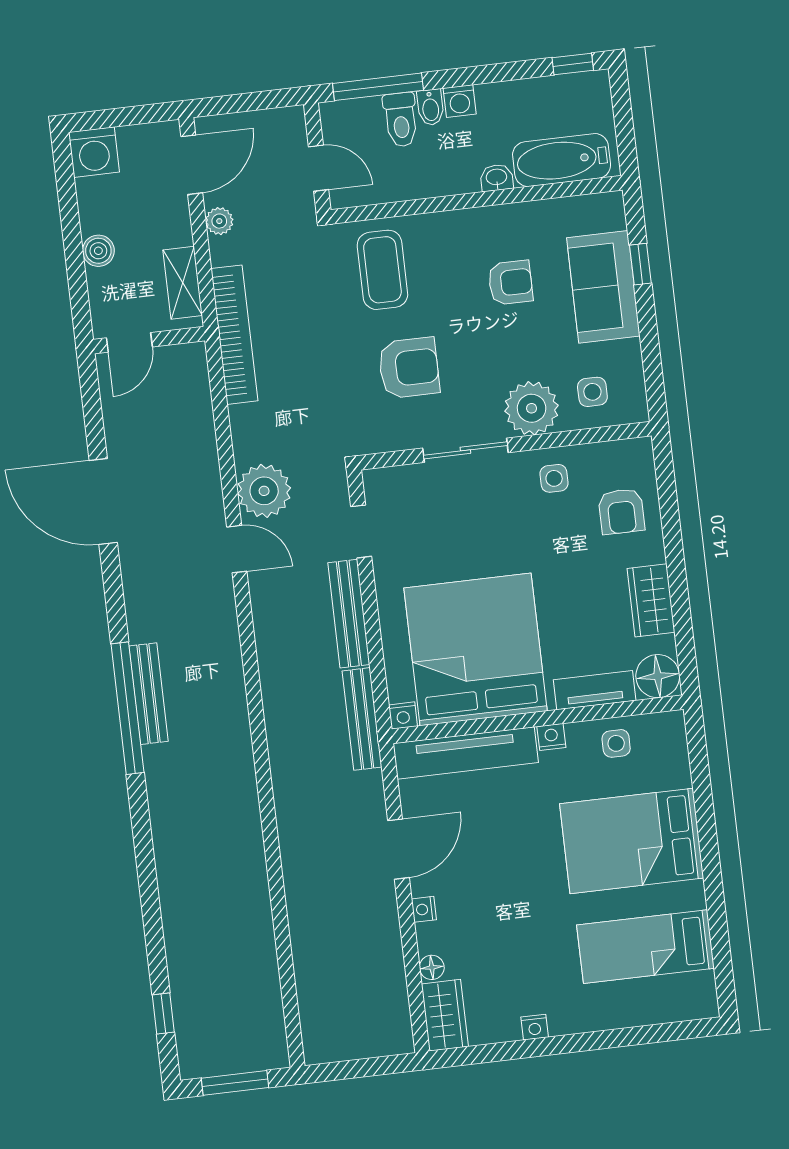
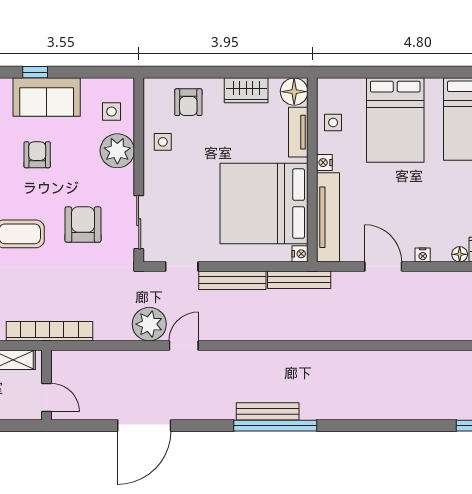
sliding door: (465, 450) -> (139, 222), moved
armchair: (621, 511) -> (188, 102), turned 90

